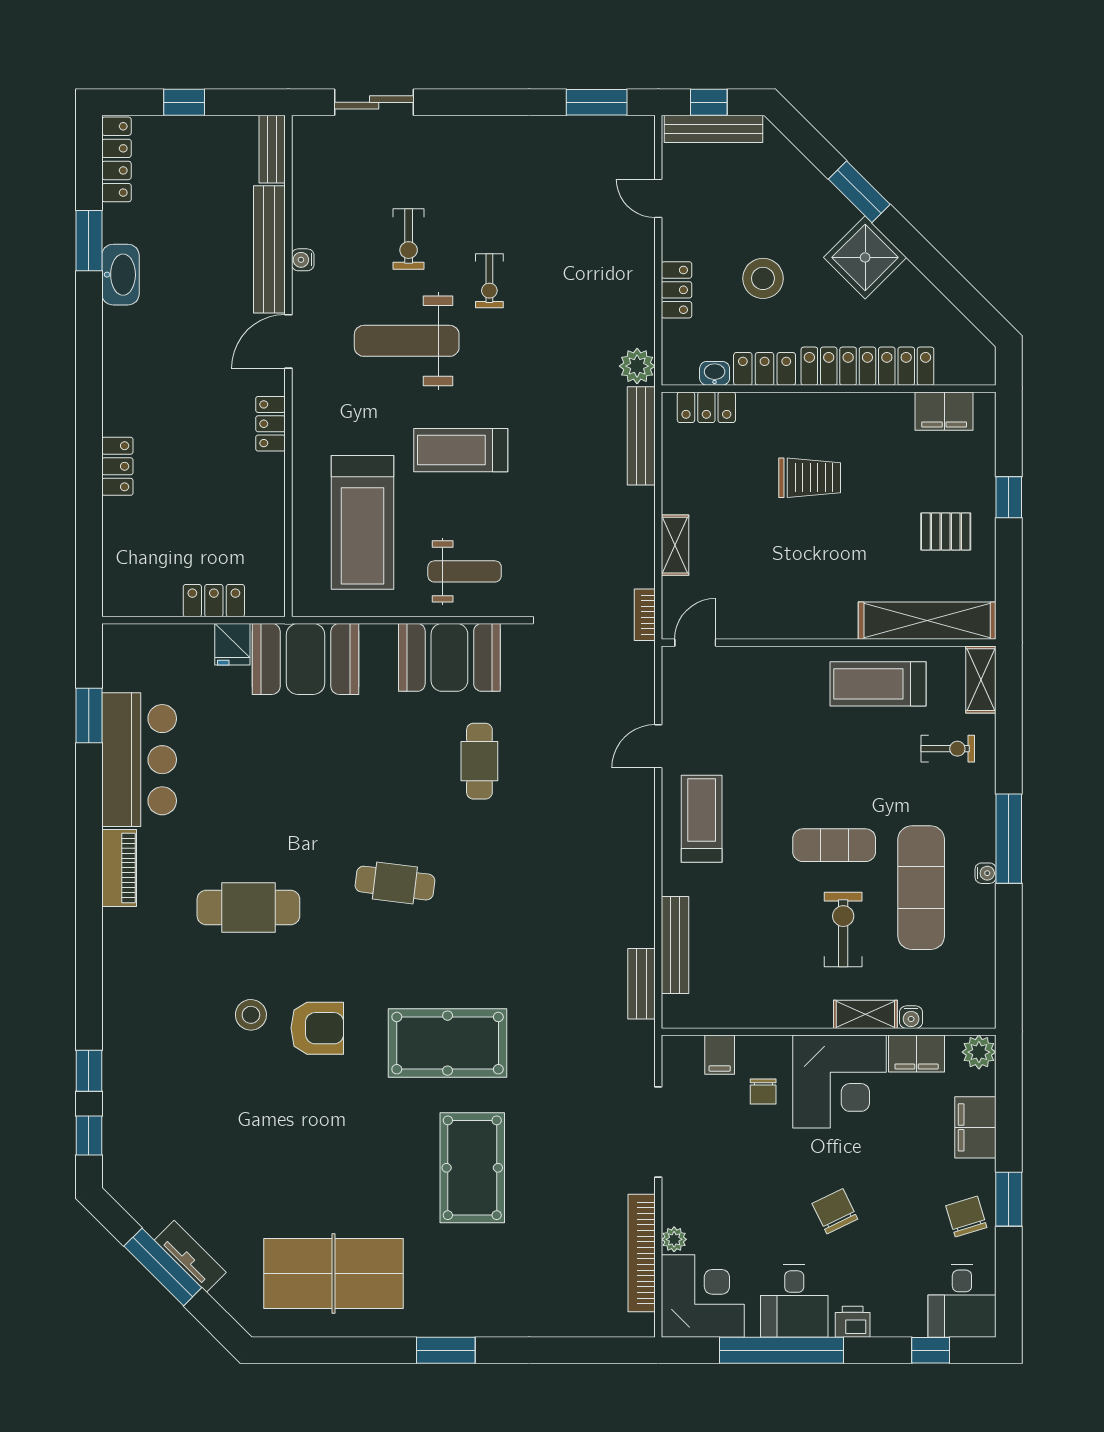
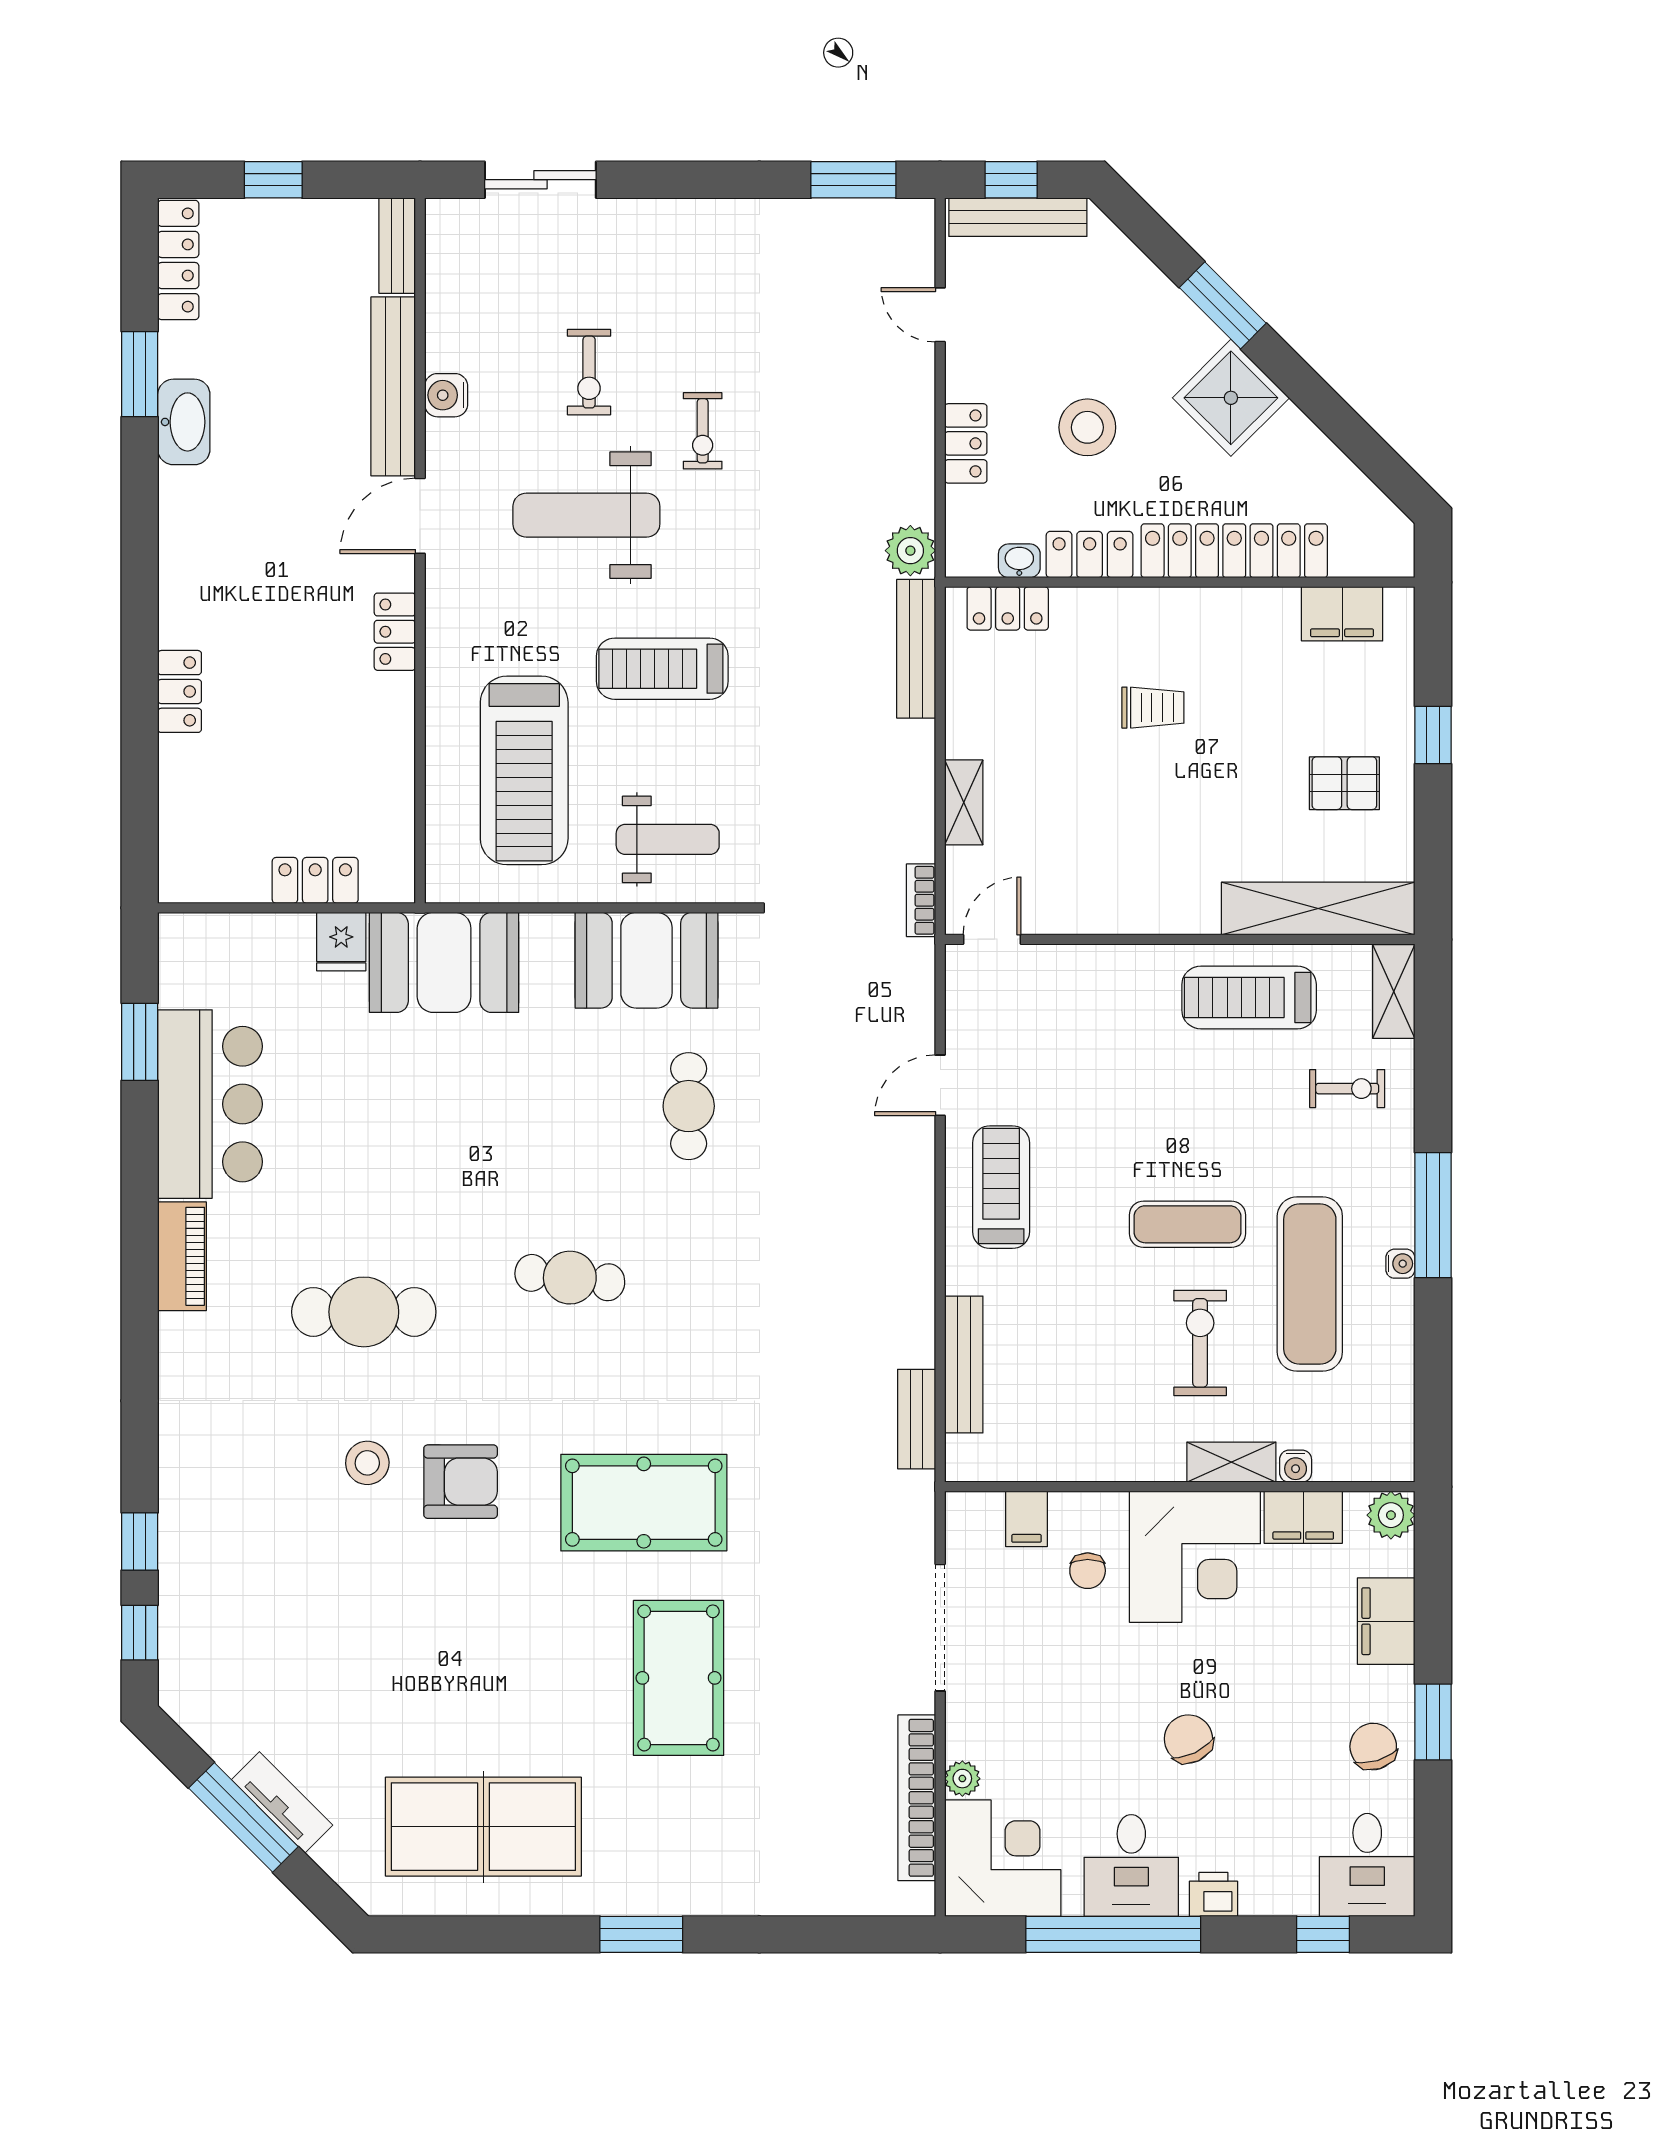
water cooler: (303, 260) -> (446, 395), width x1.38, depth x1.38
trolley: (810, 478) -> (1153, 708), width x0.73, depth x0.72

